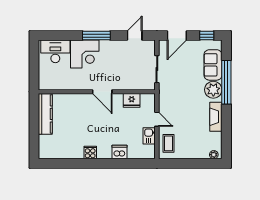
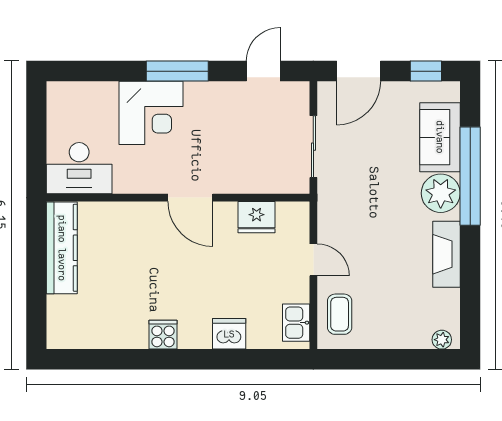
desk: (55, 51) -> (79, 168), moved, turned 180
kitchen sink: (149, 136) -> (296, 323), moved

